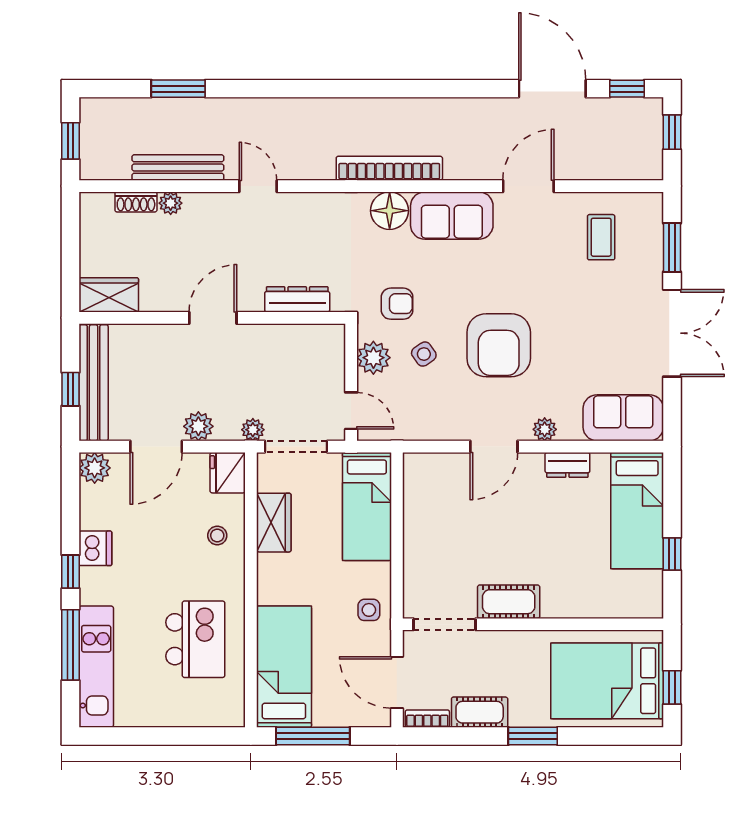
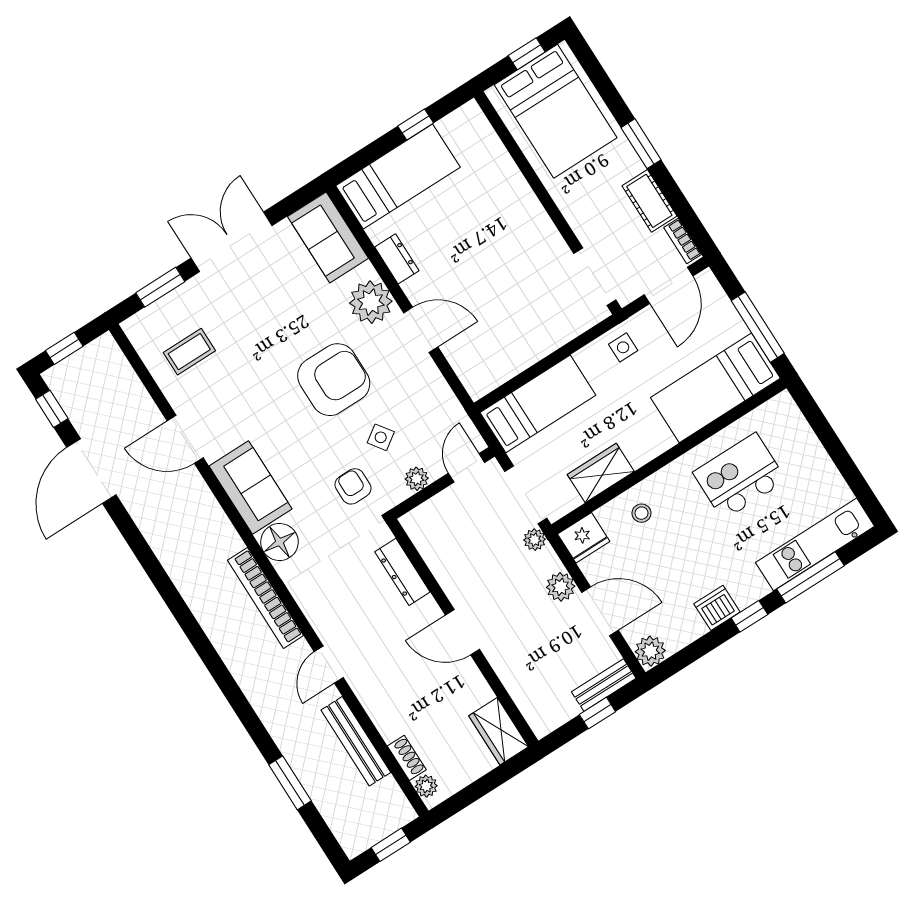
bookcase: (389, 168) -> (265, 598), moved
plant: (171, 203) -> (426, 786), moved
plant: (373, 358) -> (417, 479), width x0.73, depth x0.73
bench: (94, 383) -> (604, 685), width x0.54, depth x0.82
plant: (545, 429) -> (371, 302), width x1.87, depth x1.87
cot: (509, 602) -> (542, 235), removed

